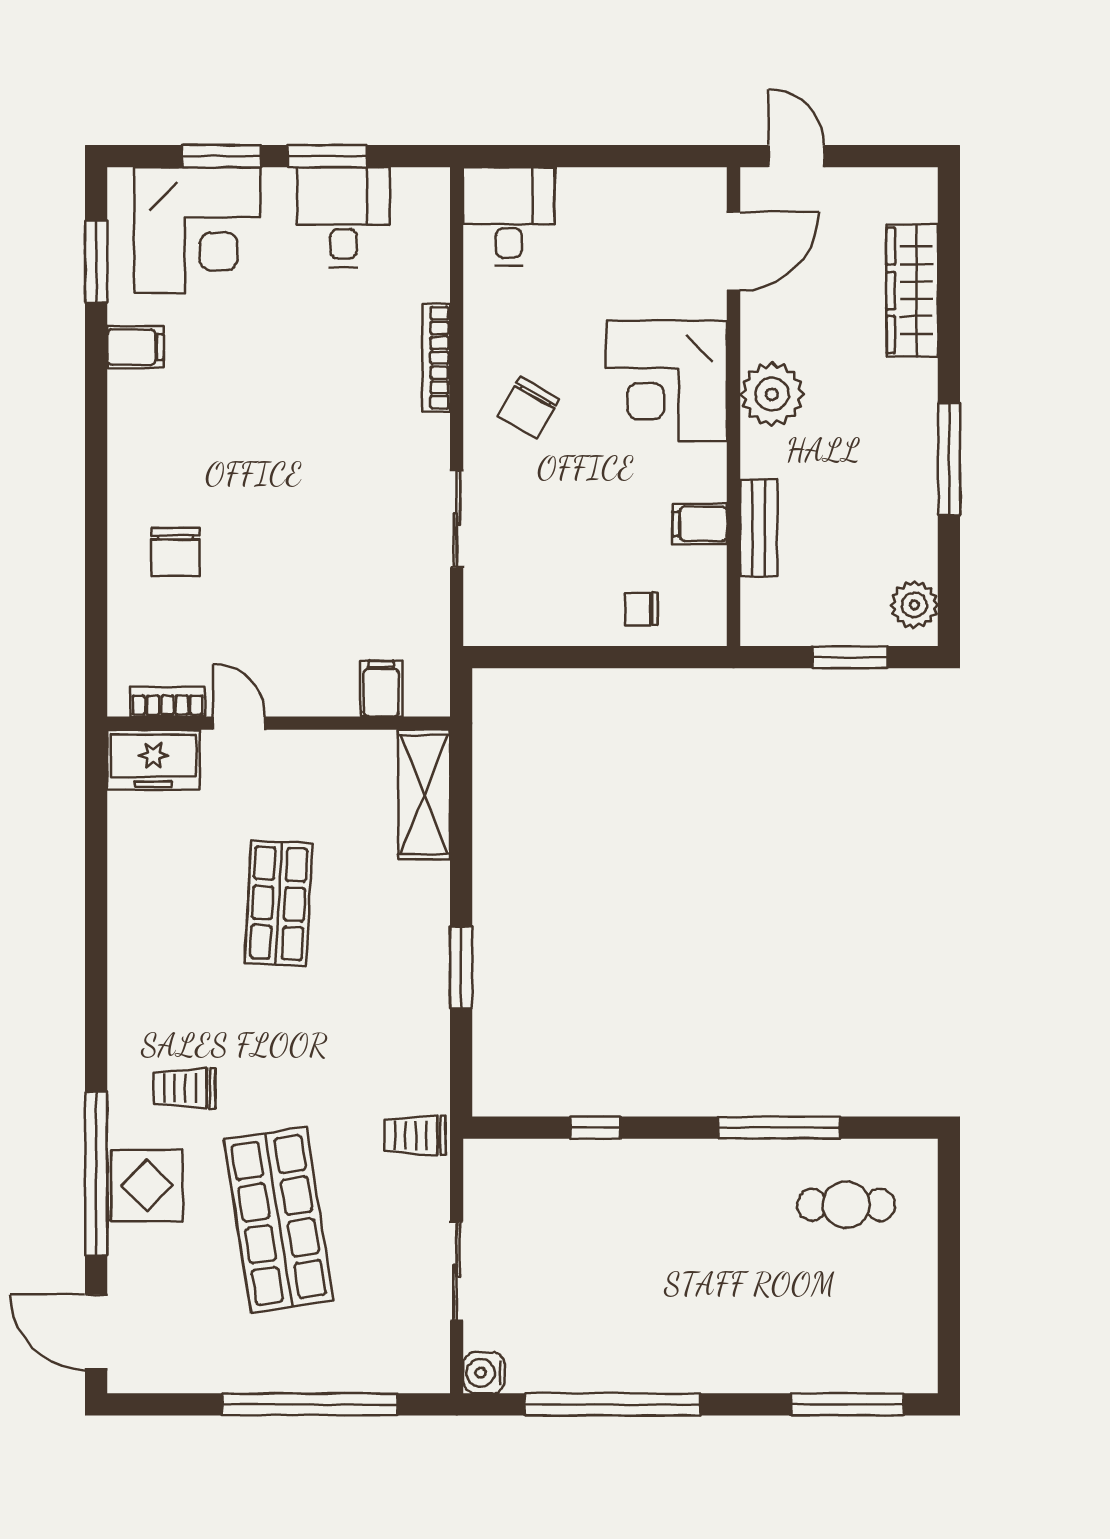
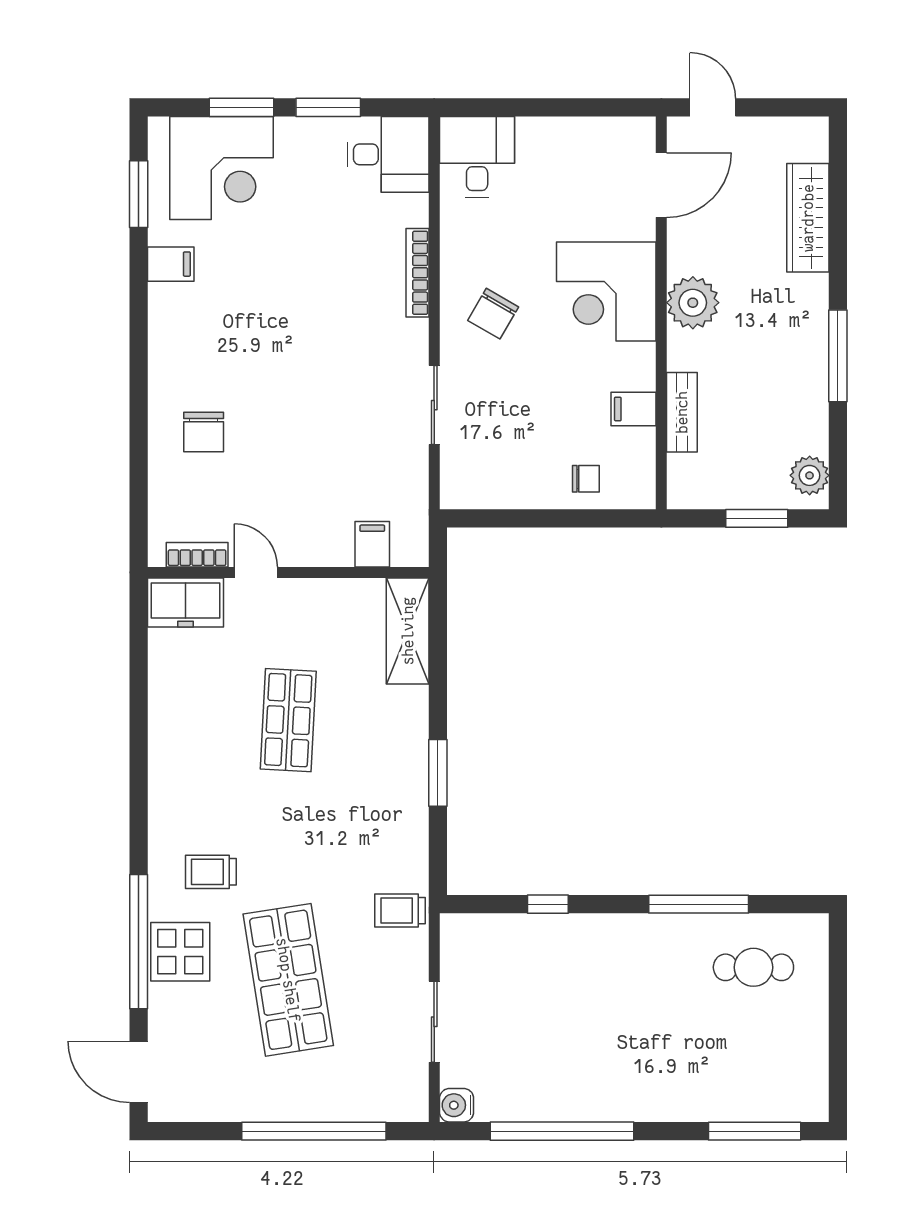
desk: (343, 217) -> (388, 154), moved, turned 90
chair: (642, 609) -> (586, 479), turned 180

